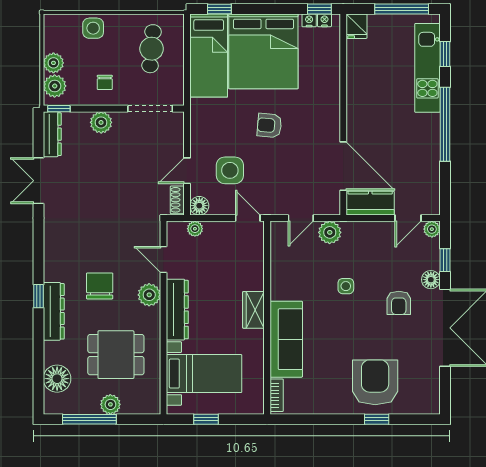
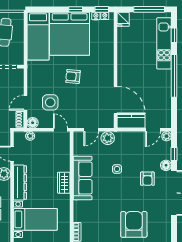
window: (219, 9) -> (76, 9), moved
sofa: (286, 339) -> (83, 178), moved

